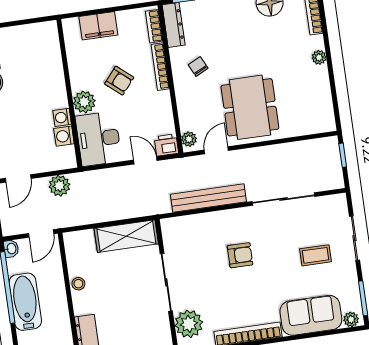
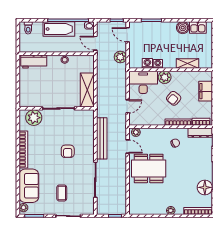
shelving: (54, 65) -> (188, 63), added
printer: (166, 145) -> (134, 119), removed

